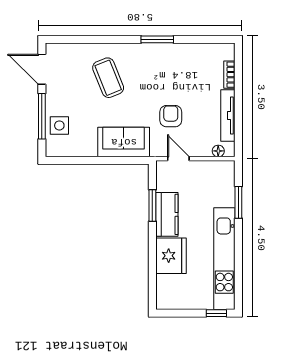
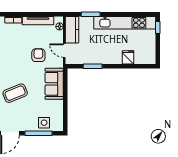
armchair: (171, 116) -> (38, 55), turned 90
door: (178, 159) -> (64, 51), hinge flipped
kitchen counter: (167, 214) -> (72, 30), moved, turned 90
fridge: (171, 256) -> (128, 57), width x0.53, depth x0.75

